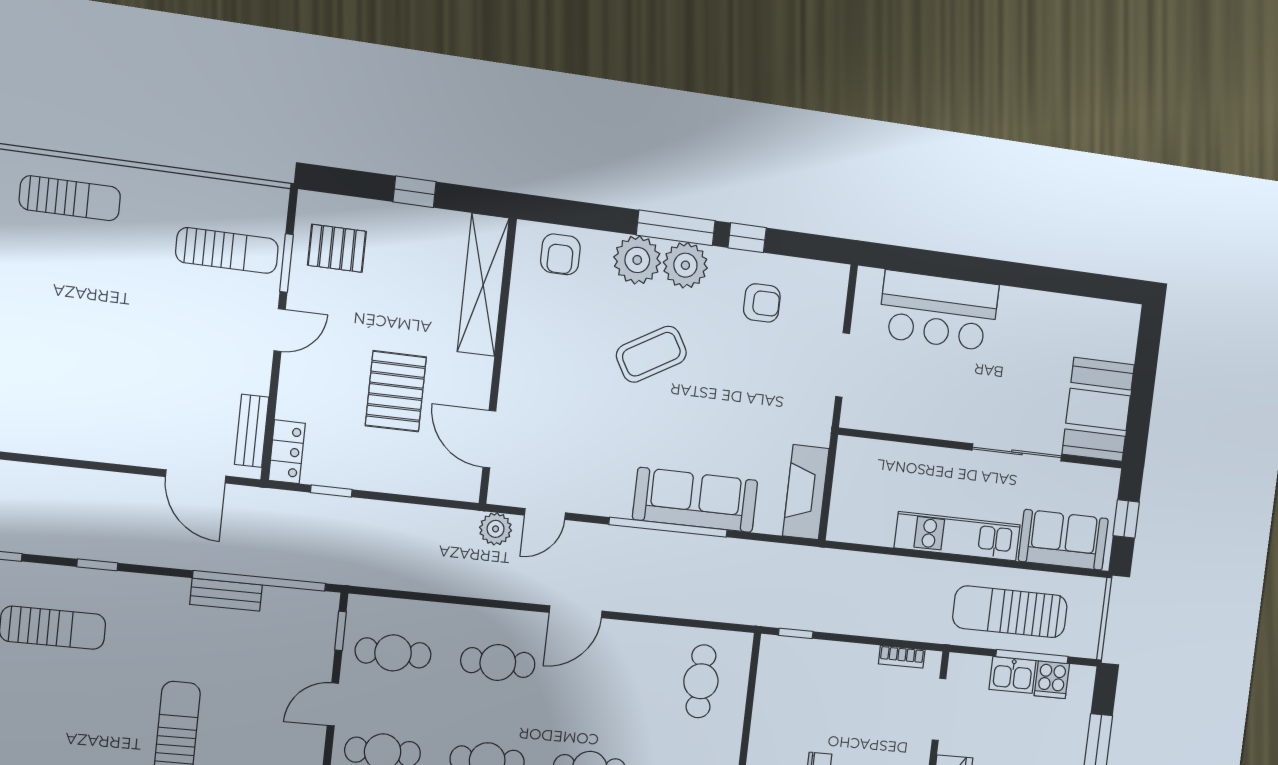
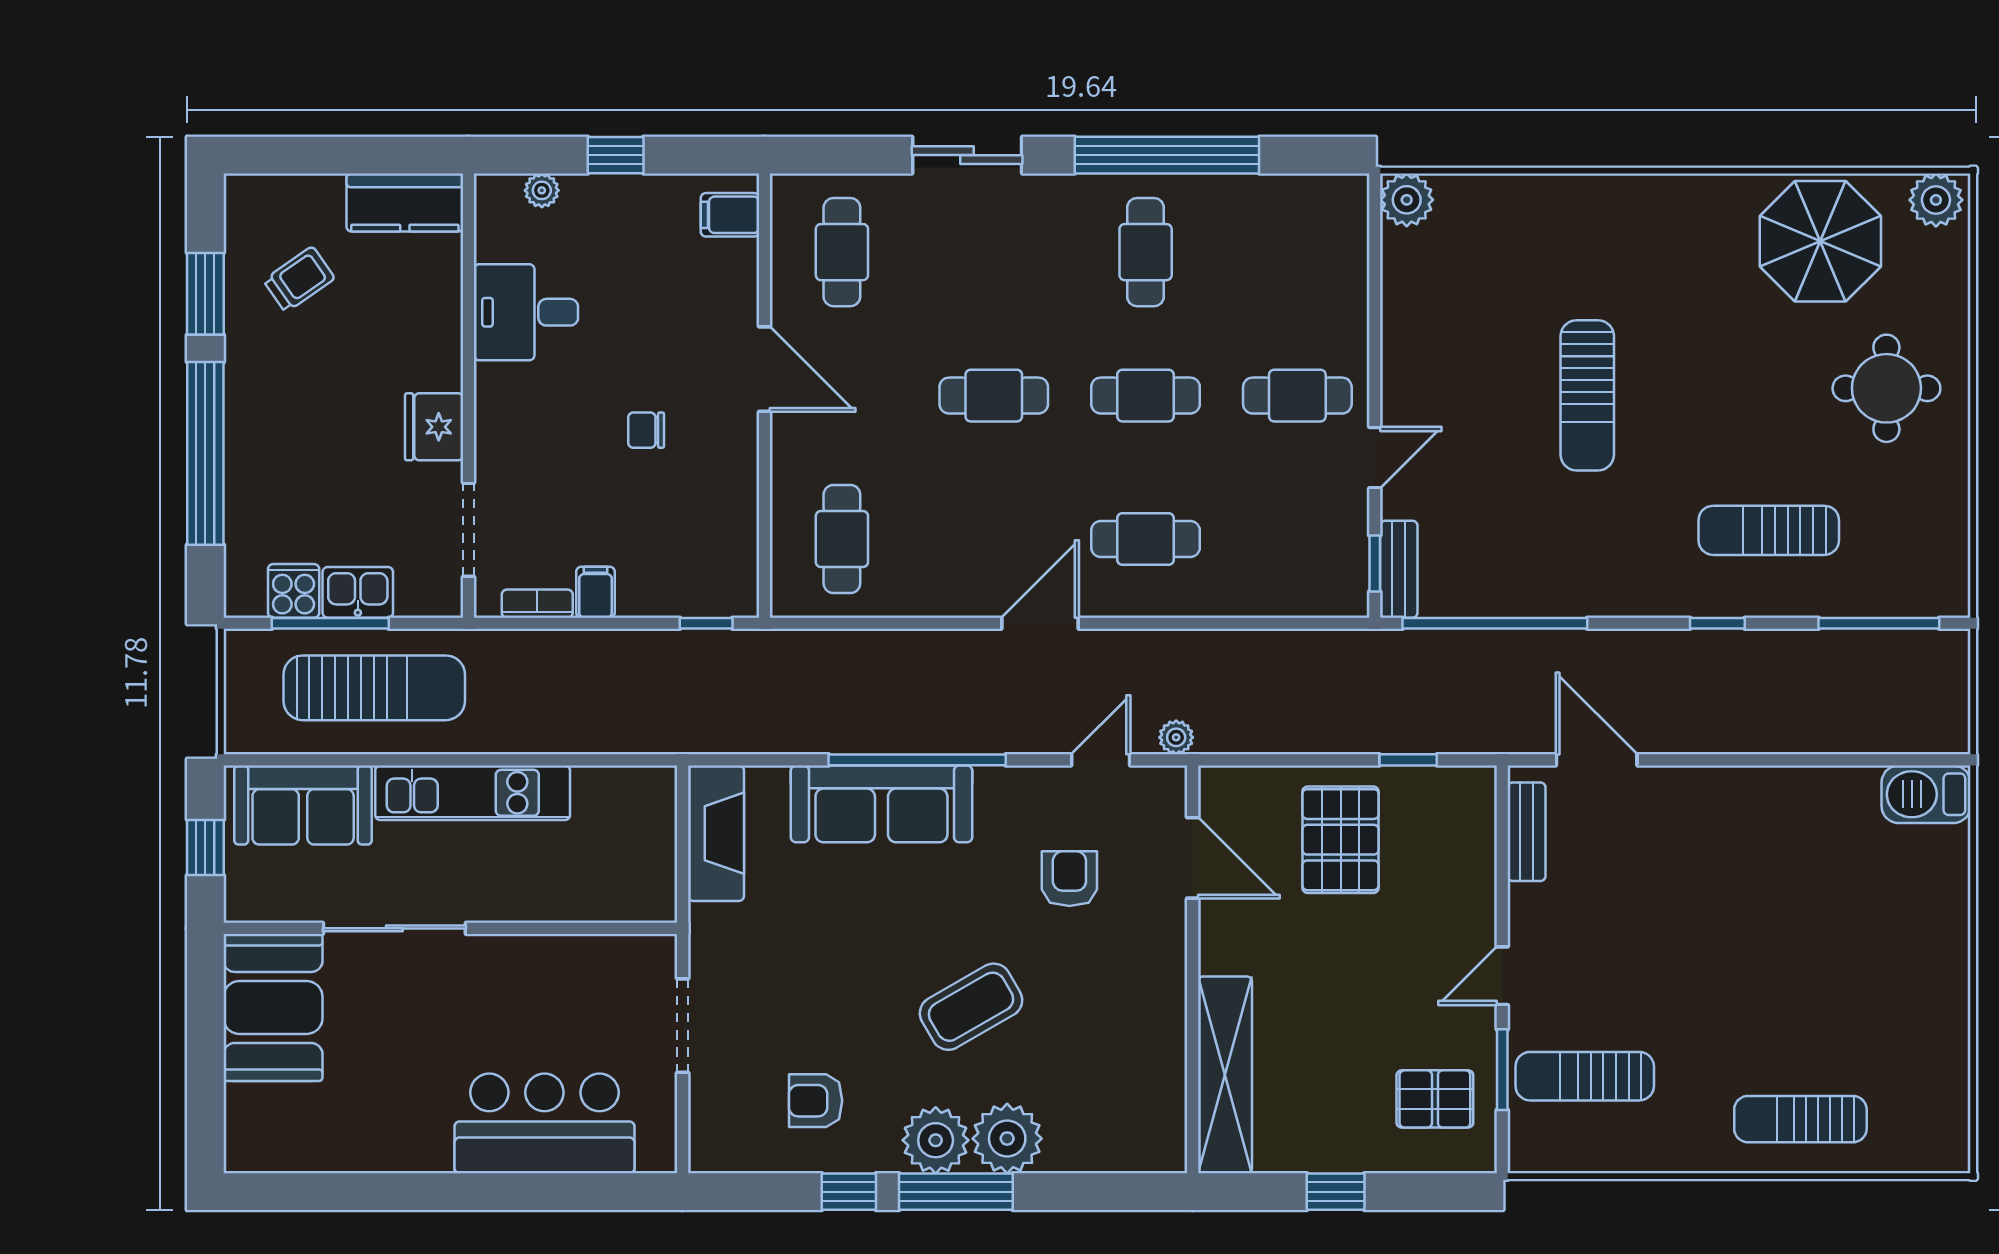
armchair: (560, 254) -> (1069, 879), moved
pallet: (396, 391) -> (1341, 840), moved
locker: (287, 452) -> (1475, 808), removed
plant: (496, 529) -> (1176, 737), width x0.73, depth x0.73
bench: (226, 595) -> (1399, 569), moved, turned 90
cafe table: (393, 653) -> (1297, 539), removed
filing cabinet: (864, 661) -> (595, 592), added

